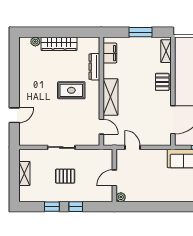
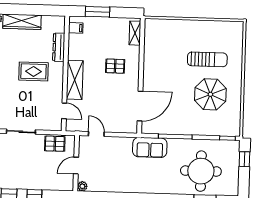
window: (141, 32) -> (98, 12), moved
filing cabinet: (110, 53) -> (76, 28), width x0.50
pallet: (162, 82) -> (115, 66), moved, turned 90
pallet: (65, 176) -> (55, 144), moved

